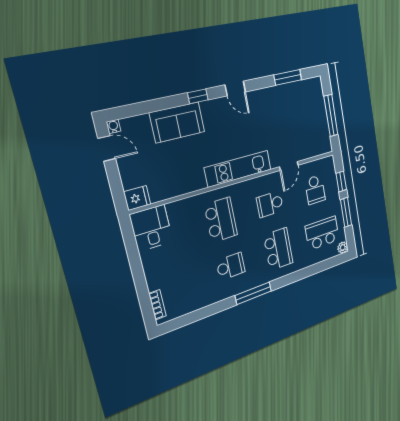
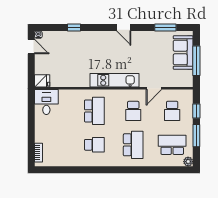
window: (198, 96) -> (74, 28), moved
sofa: (177, 122) -> (183, 53), moved, turned 90
school desk: (270, 204) -> (133, 111), turned -90
window: (253, 293) -> (107, 170), removed

